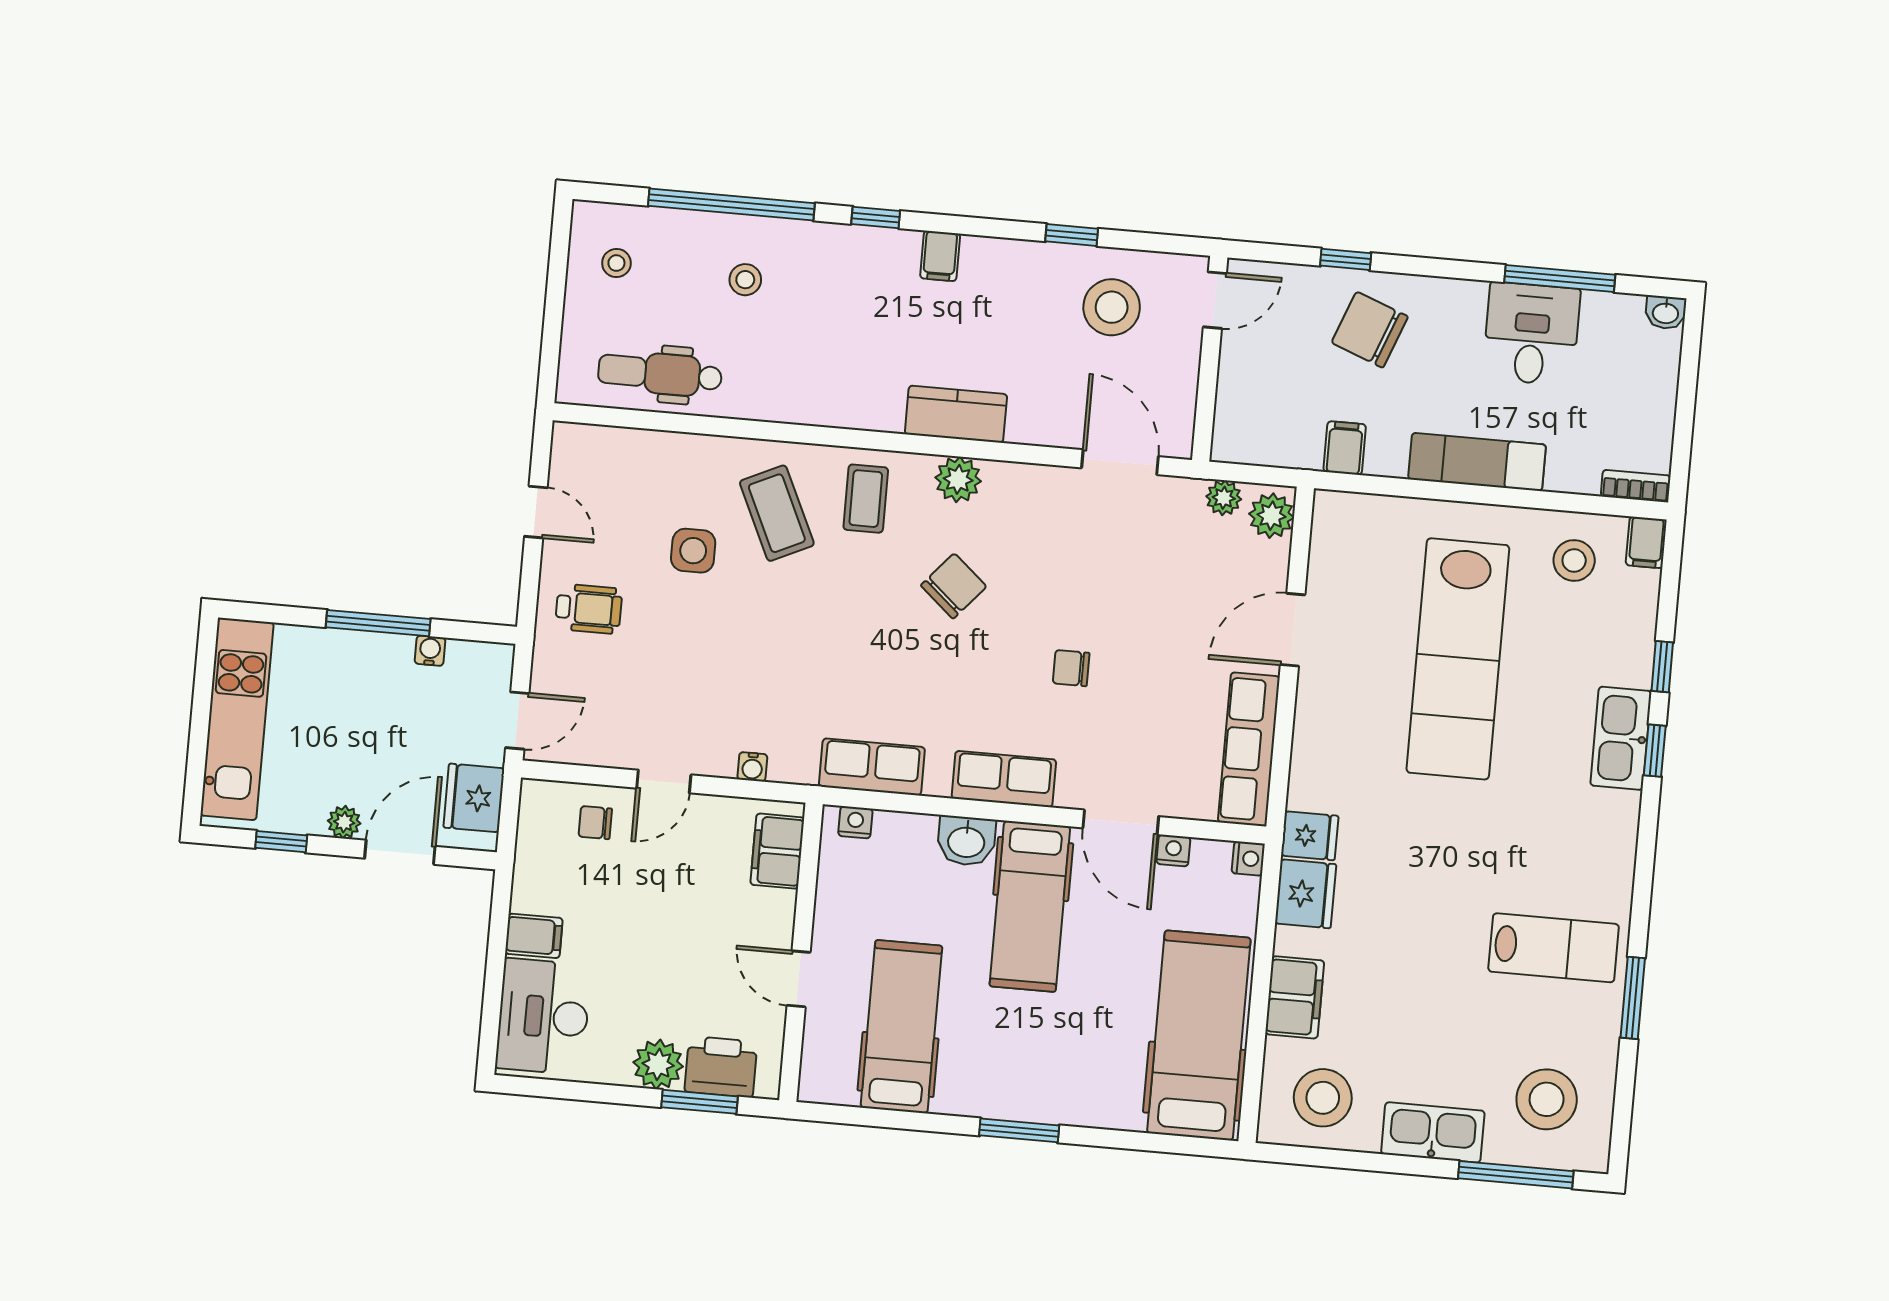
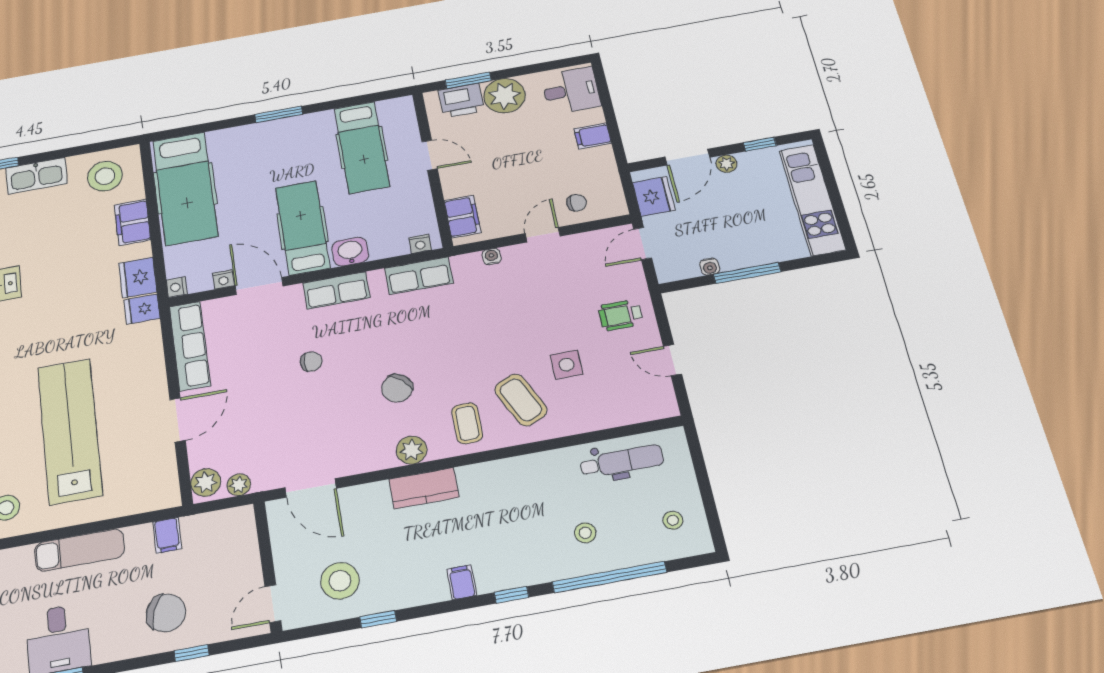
desk: (543, 1016) -> (571, 91), width x0.73
plant: (658, 1064) -> (504, 96), width x1.36, depth x1.36

